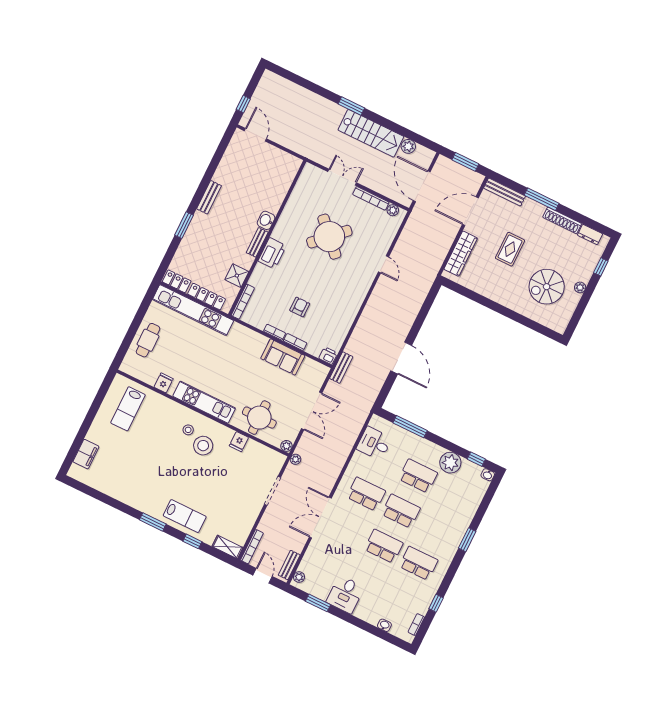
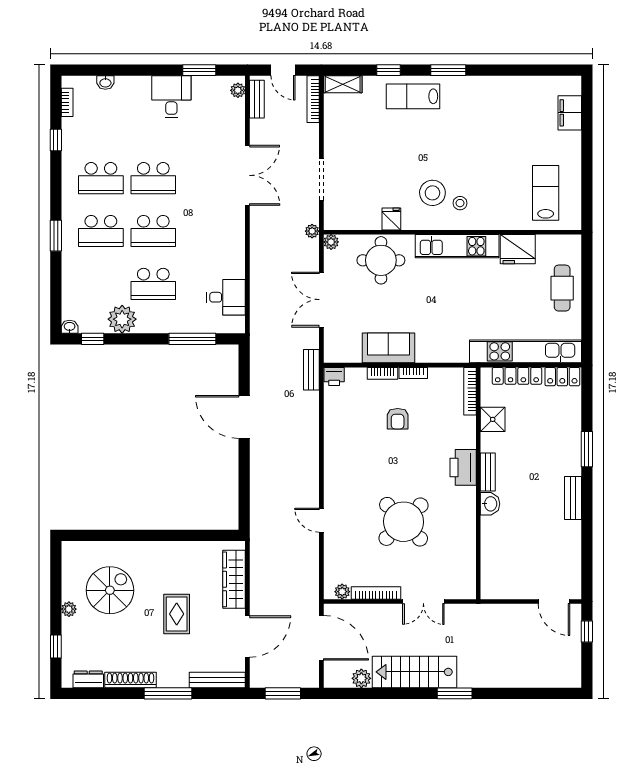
fridge: (164, 383) -> (518, 249), width x1.88, depth x1.34
school desk: (366, 494) -> (101, 231), moved

